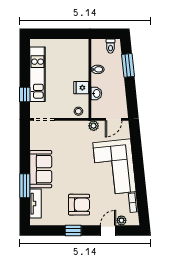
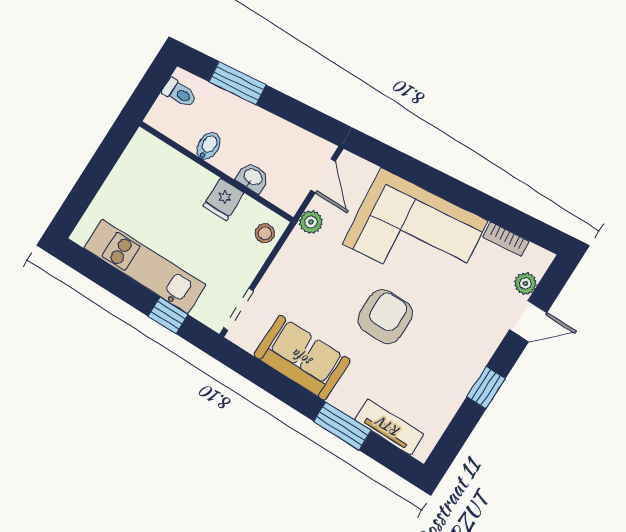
sofa: (41, 169) -> (302, 358), moved
armchair: (79, 205) -> (385, 317), moved
door: (108, 230) -> (528, 321), swing flipped

